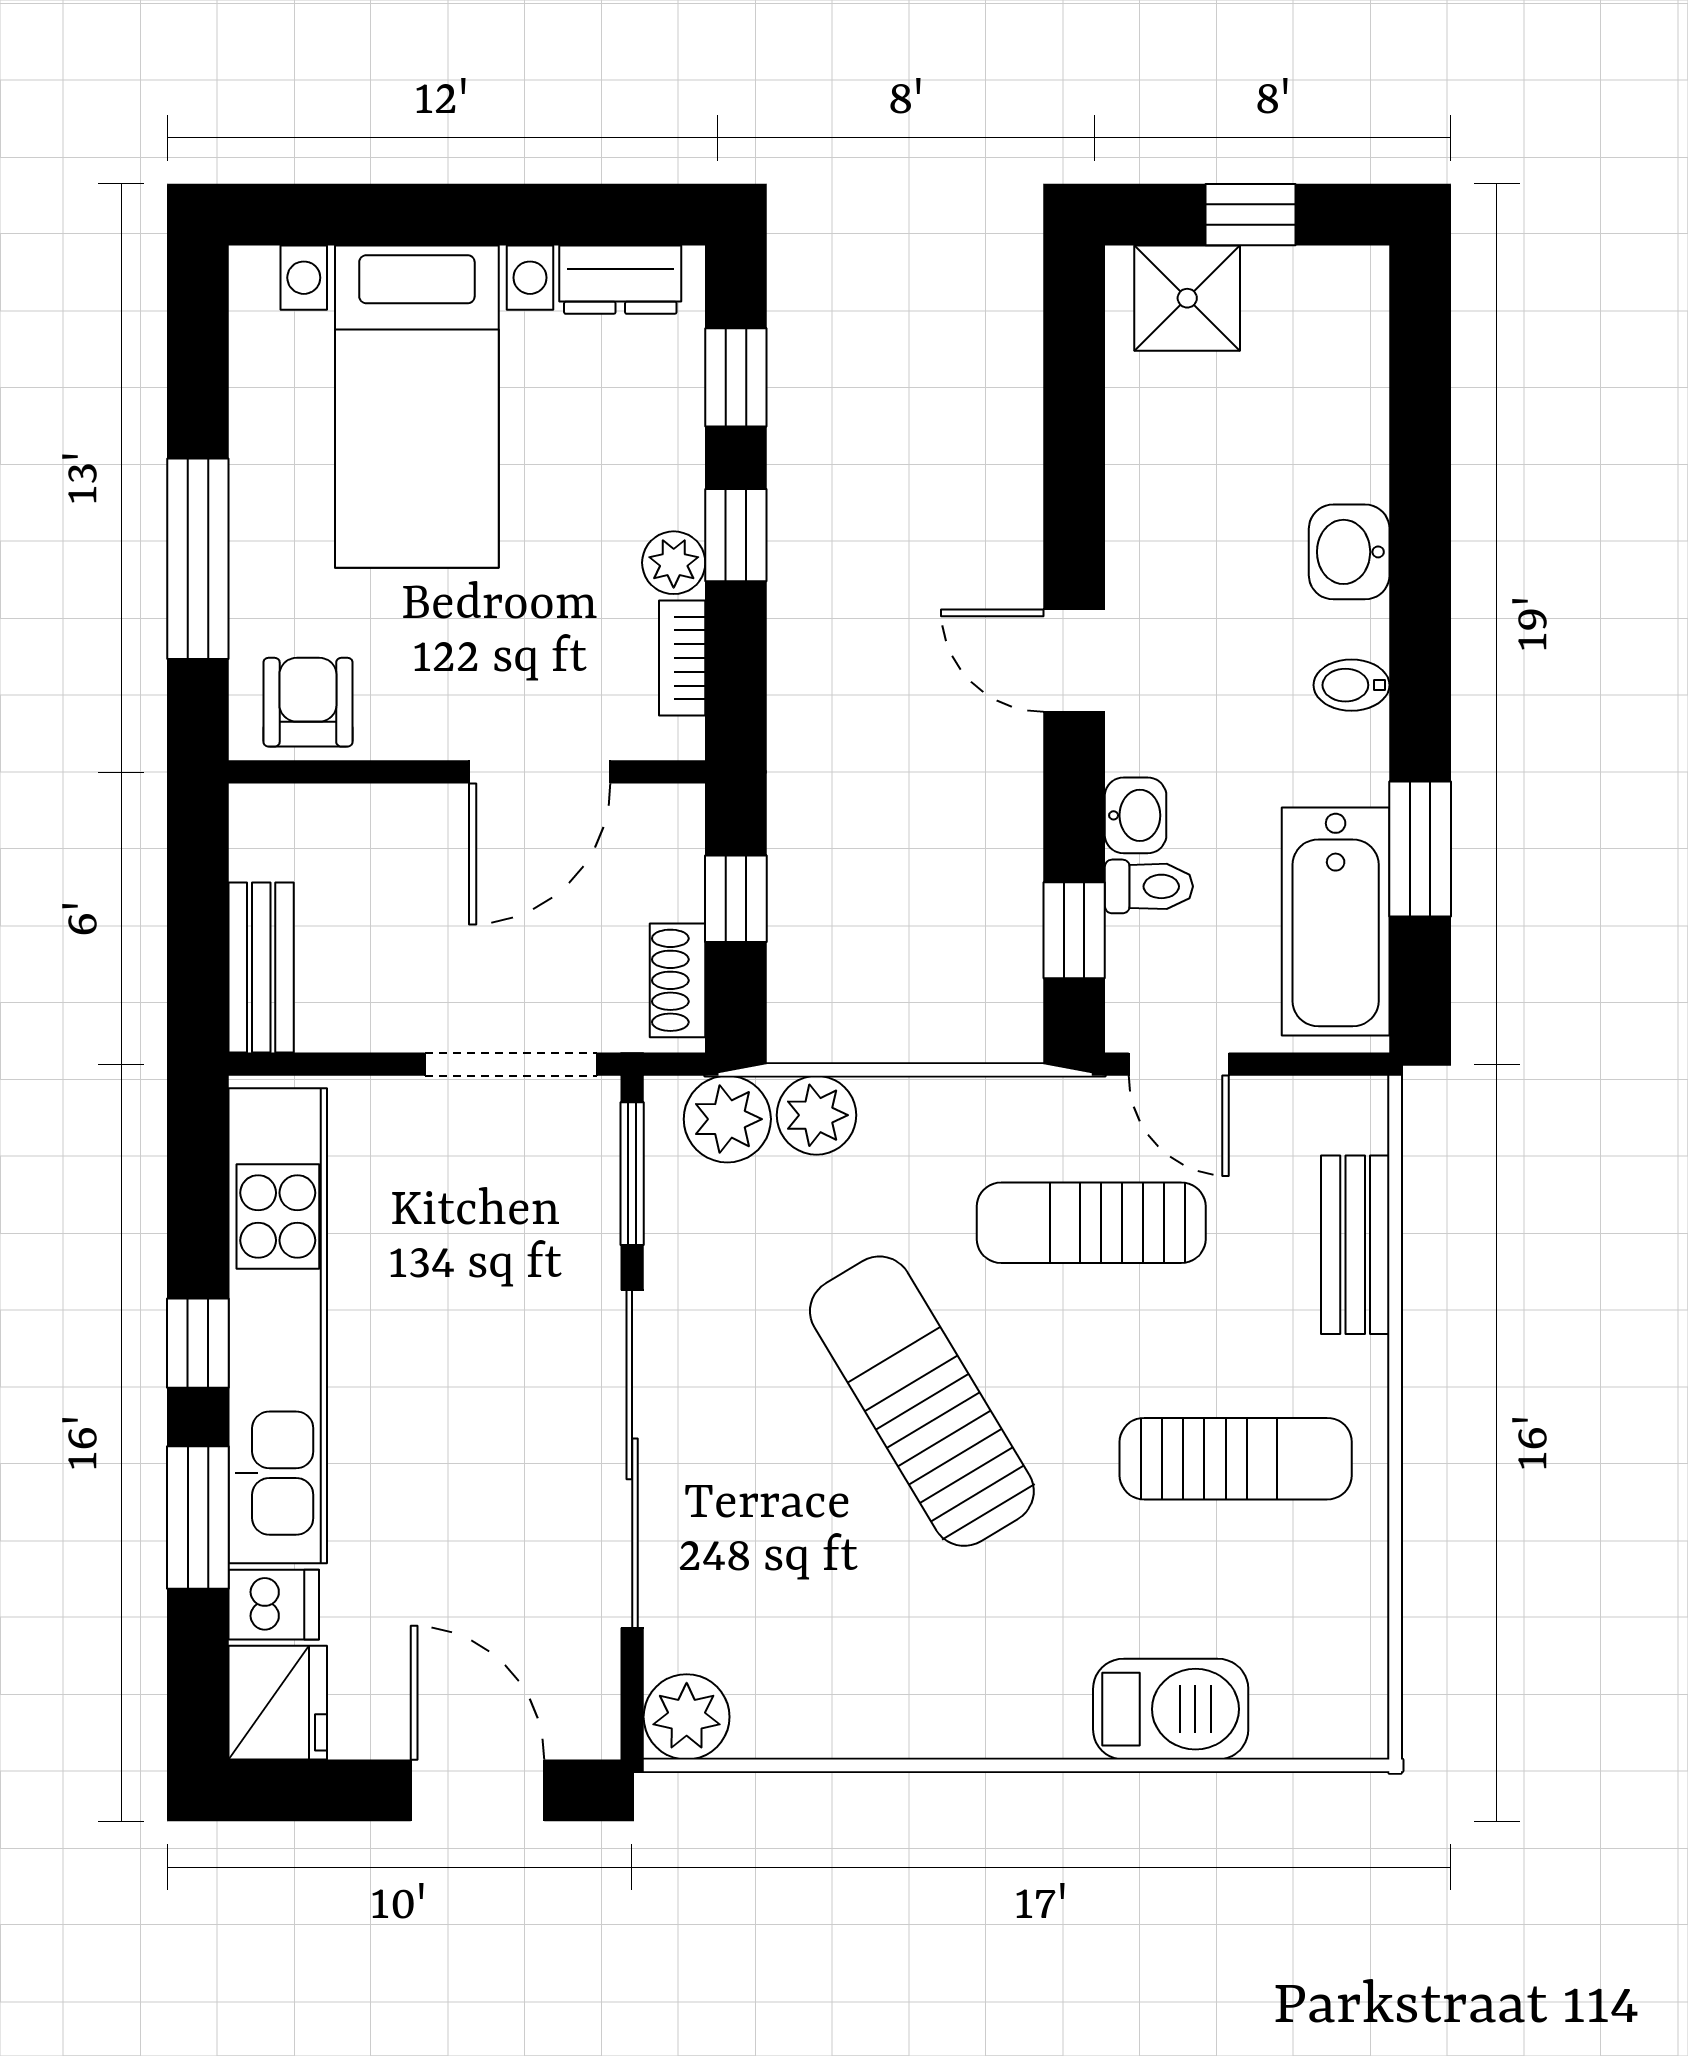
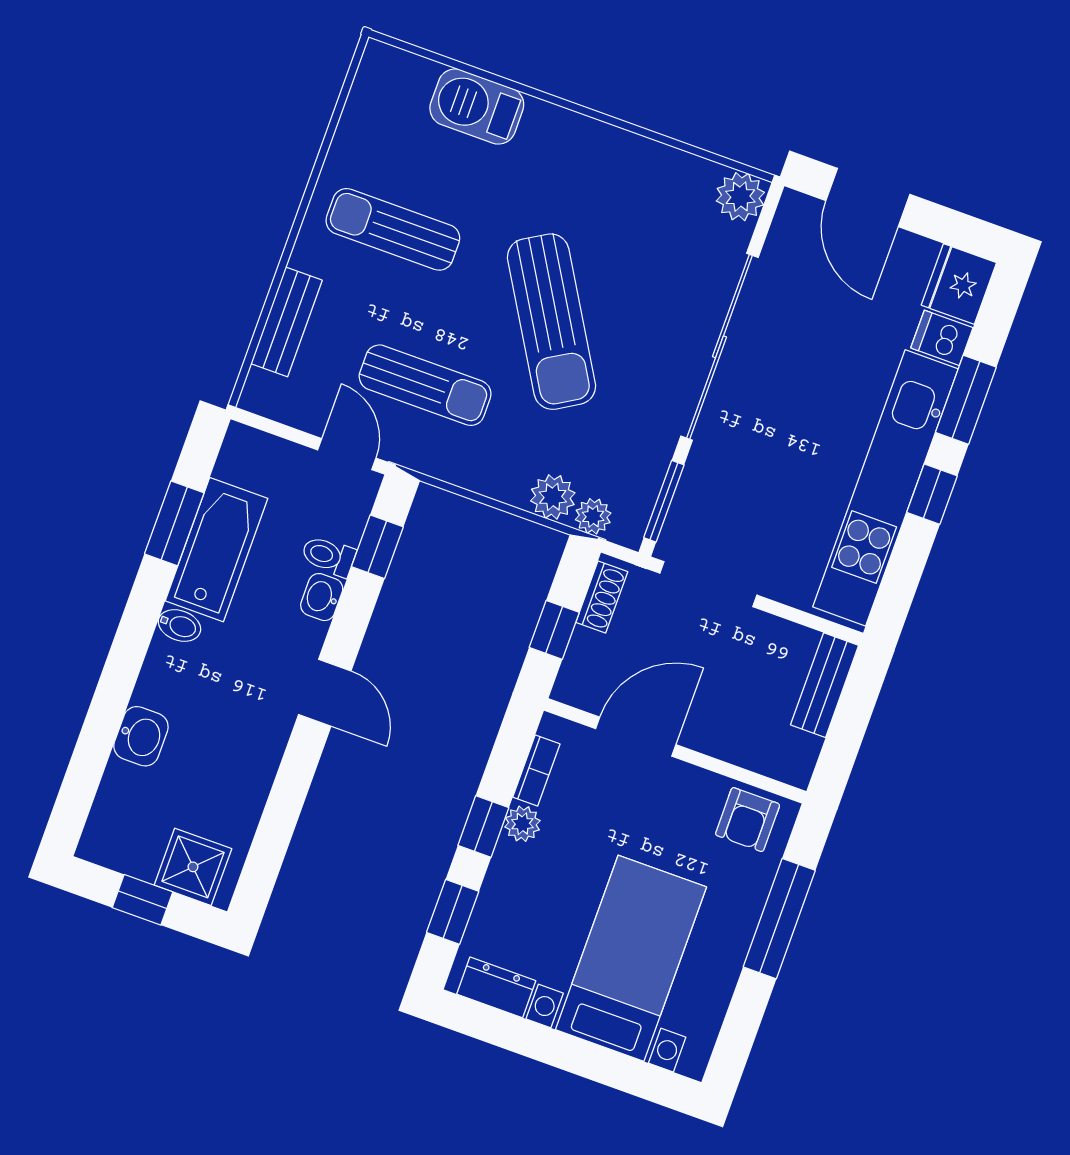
washbasin: (1349, 552) -> (141, 736), moved
bathtub: (1336, 921) -> (217, 550), moved
plant: (727, 1119) -> (593, 516), width x0.73, depth x0.73

